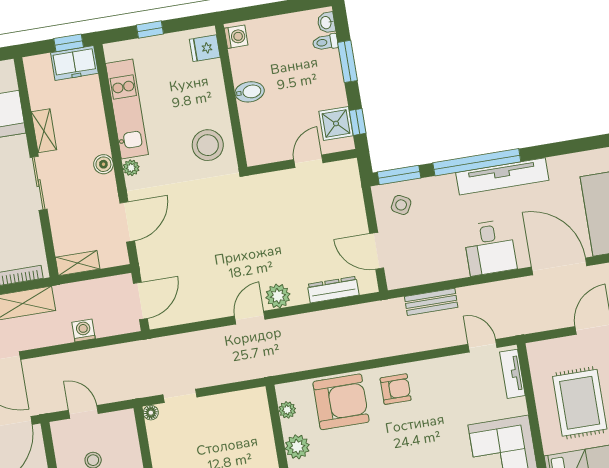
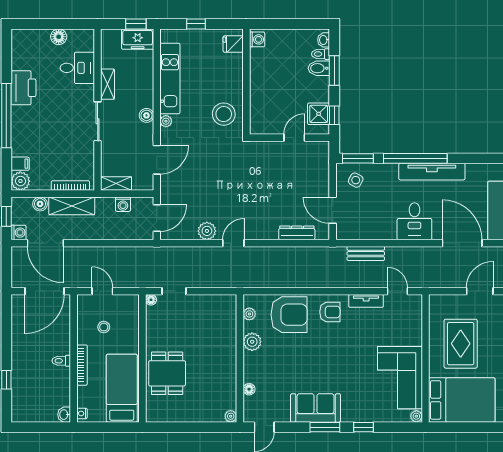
bidet: (250, 92) -> (319, 68), moved, turned 180
plant: (278, 296) -> (207, 231), moved
washing machine: (83, 330) -> (123, 204), moved, turned 180
tv unit: (512, 374) -> (366, 301), moved, turned -90

